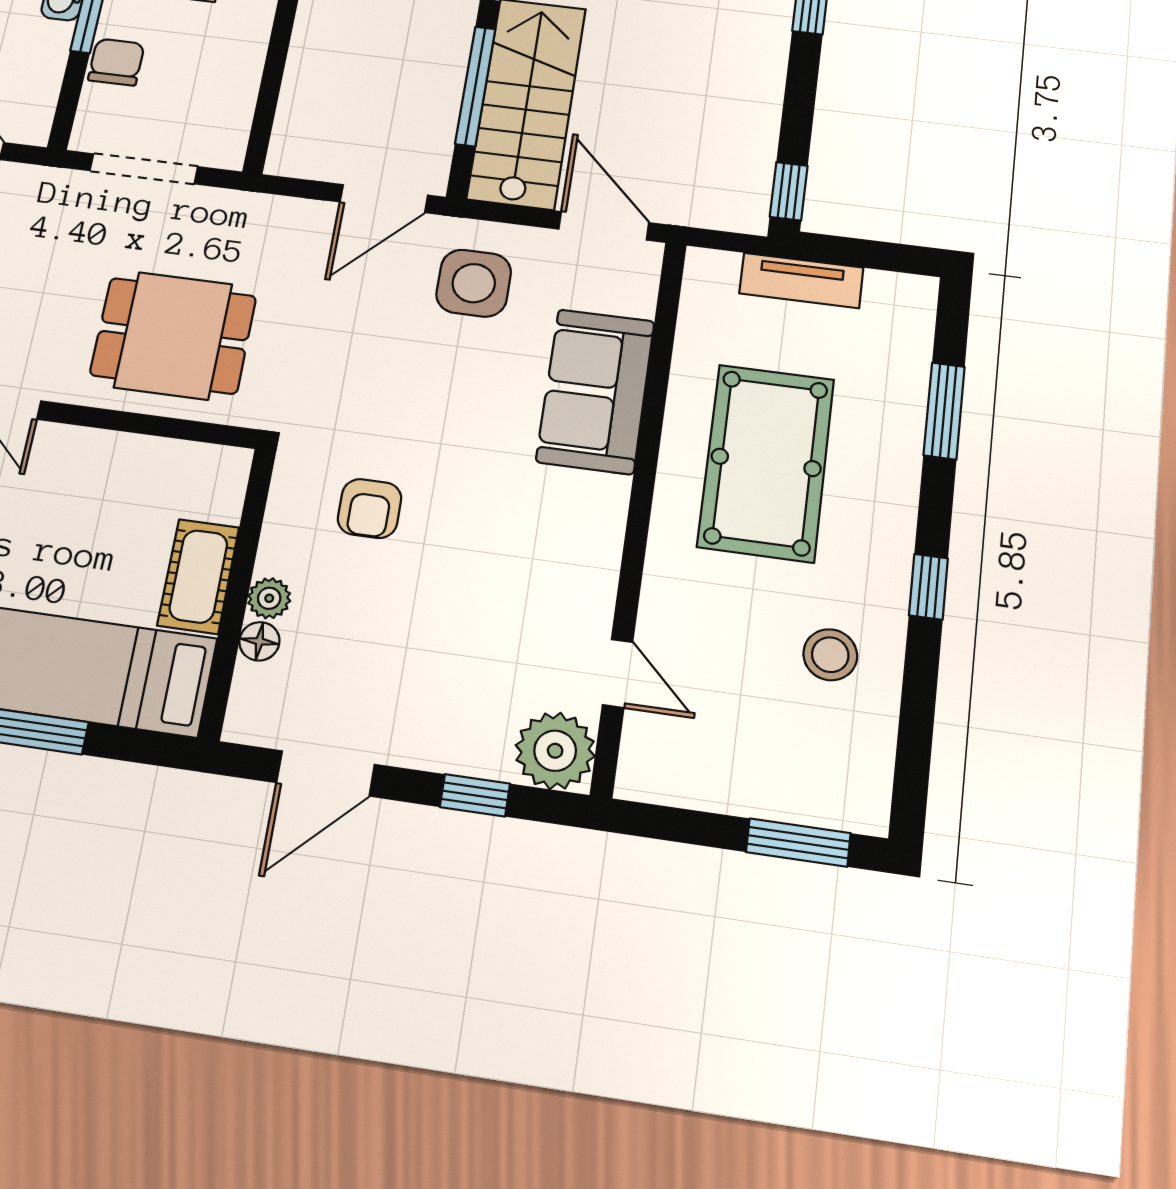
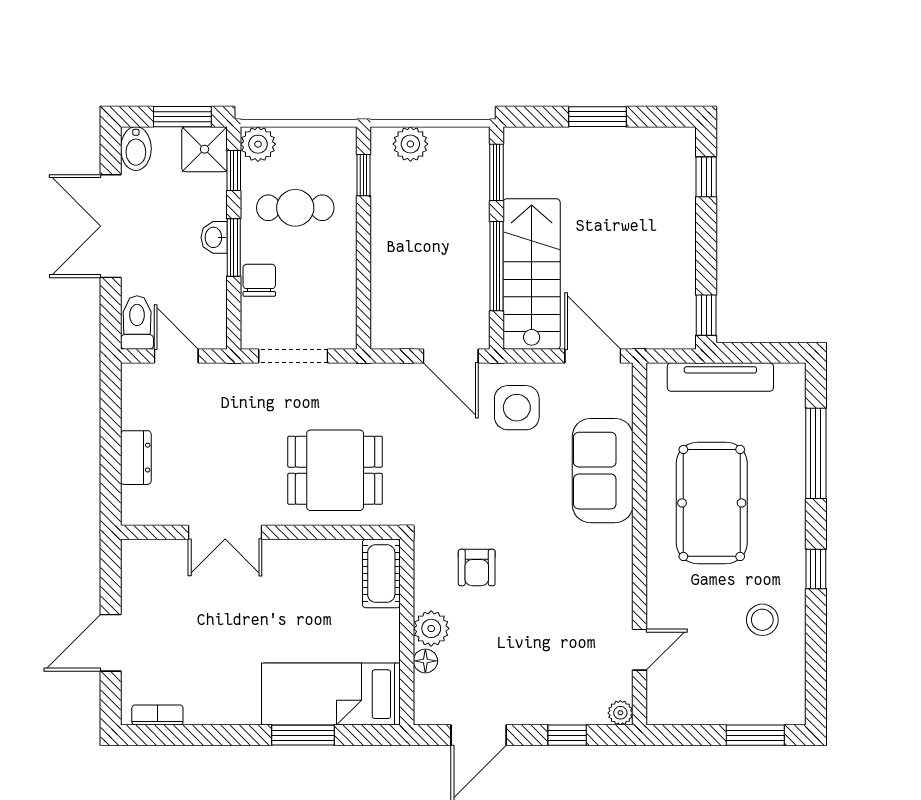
door: (384, 199) -> (451, 356), hinge flipped
tv unit: (801, 280) -> (720, 377), width x1.41
window: (944, 411) -> (816, 453), width x1.44
cot: (198, 576) -> (381, 573), moved
plant: (269, 598) -> (431, 628), width x1.38, depth x1.38
door: (618, 673) -> (640, 650), hinge flipped
plant: (555, 751) -> (620, 713), width x0.53, depth x0.53

